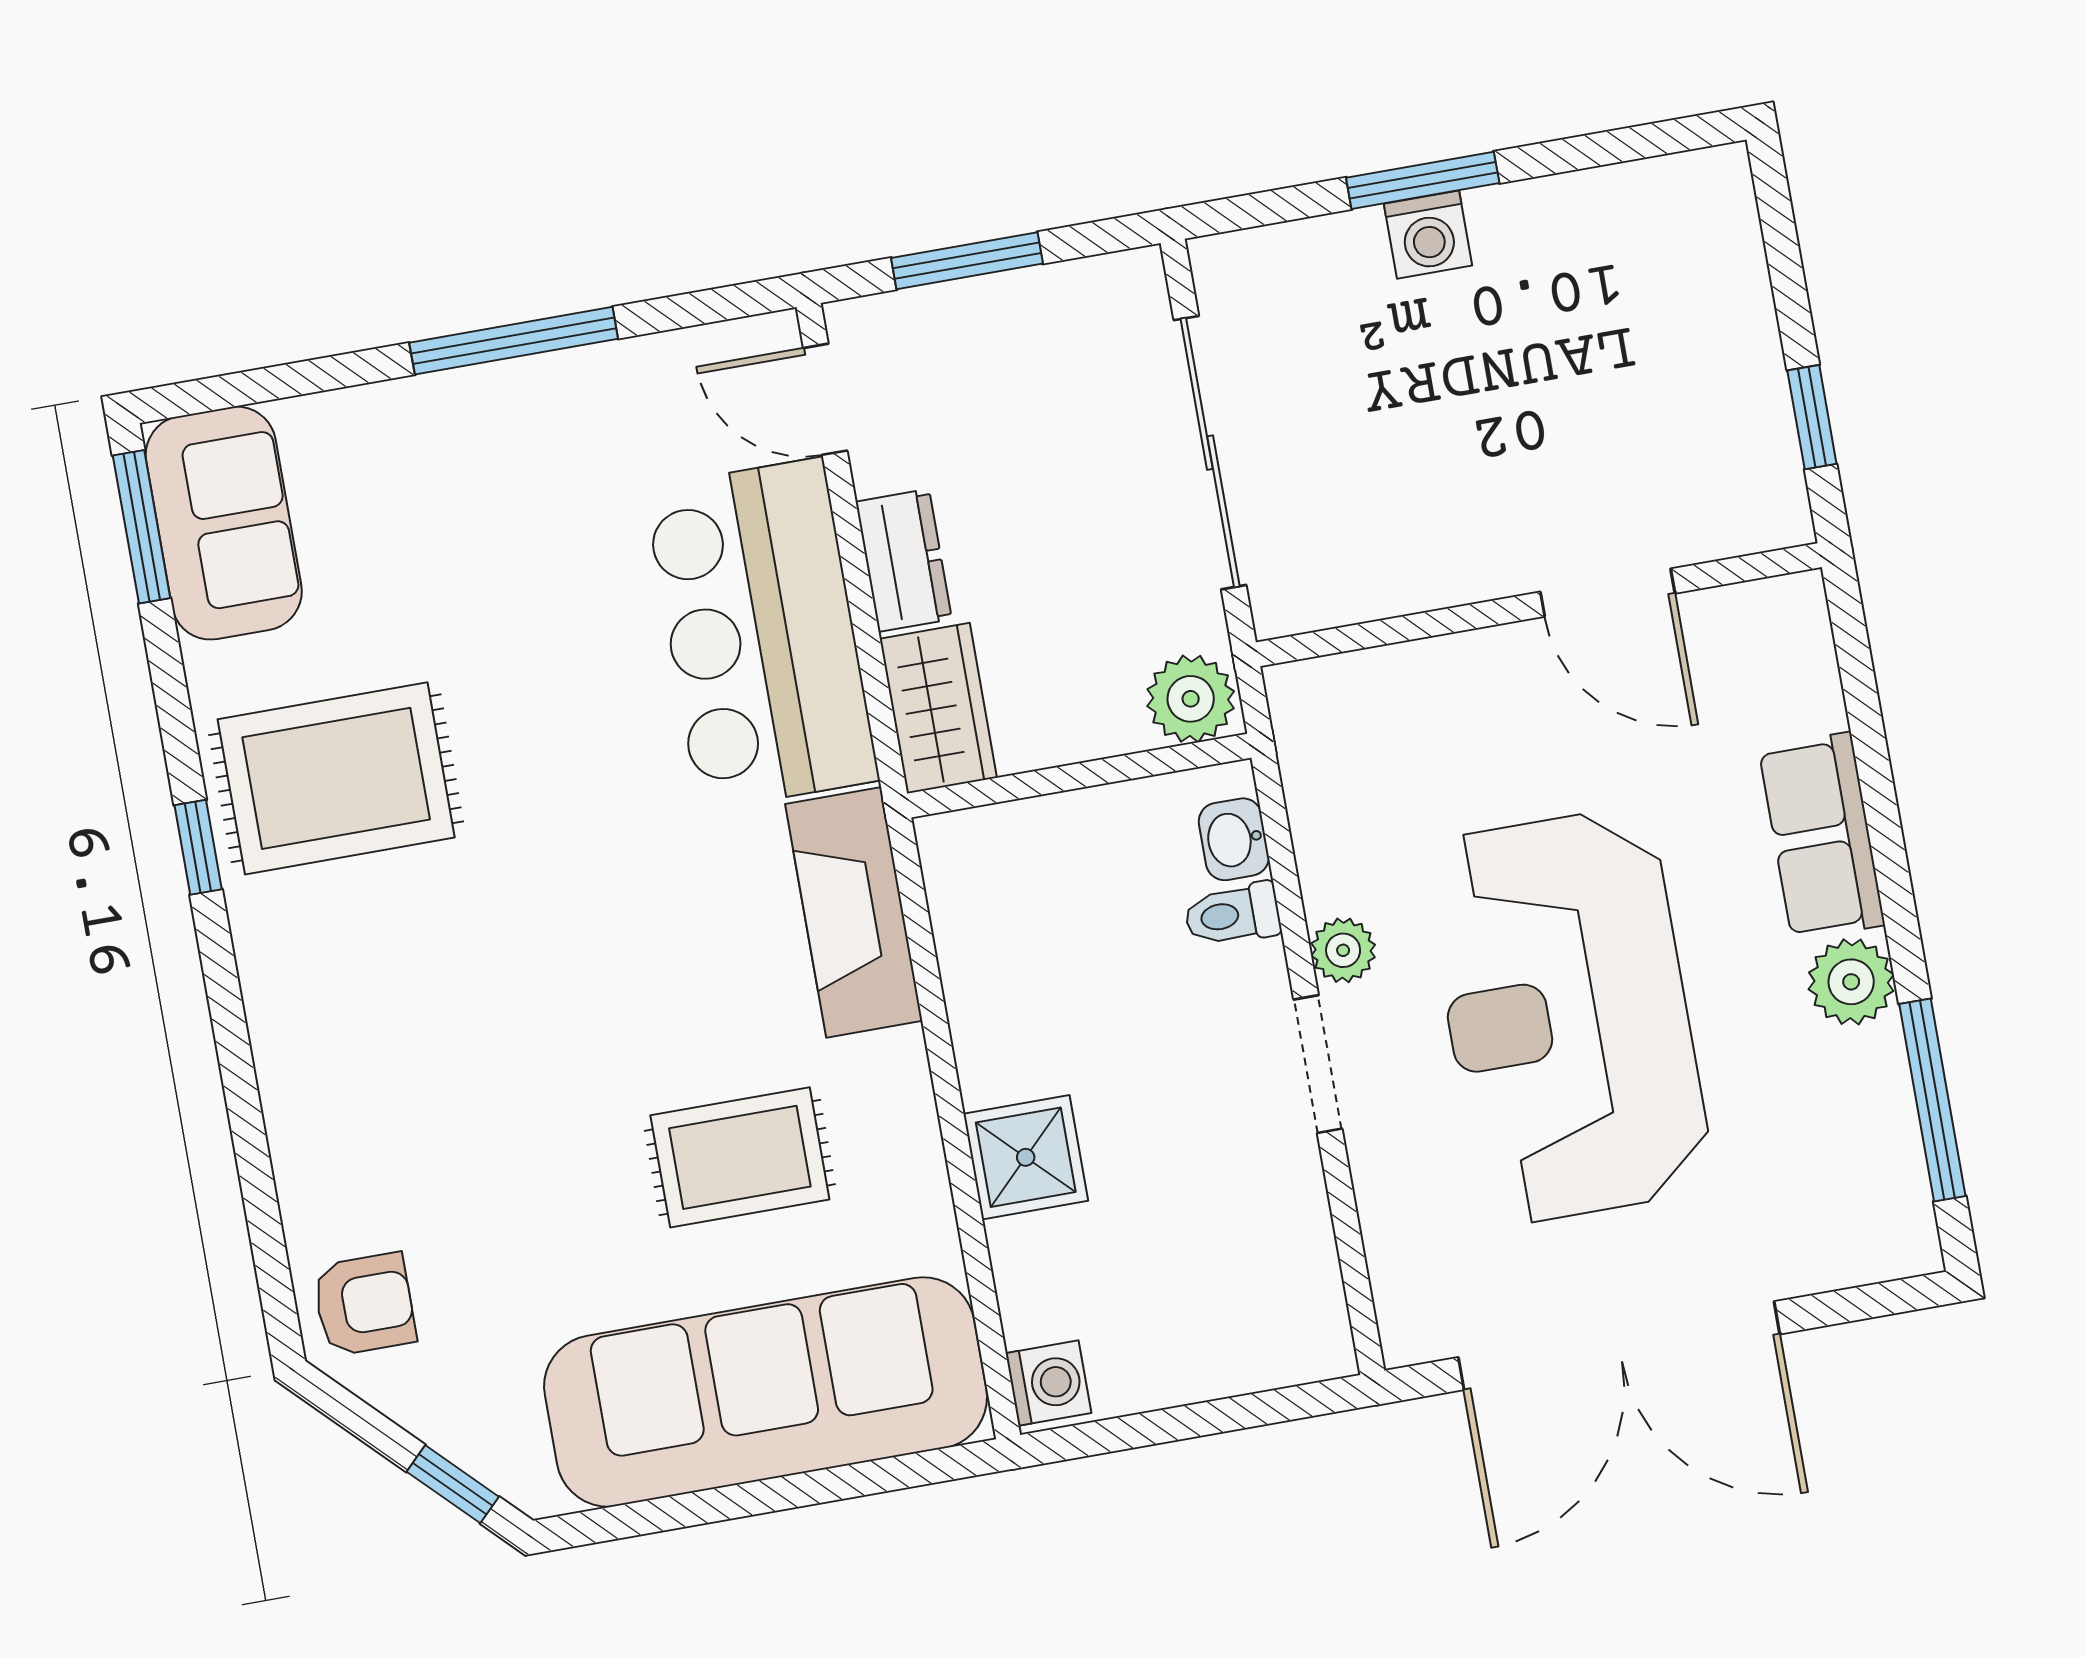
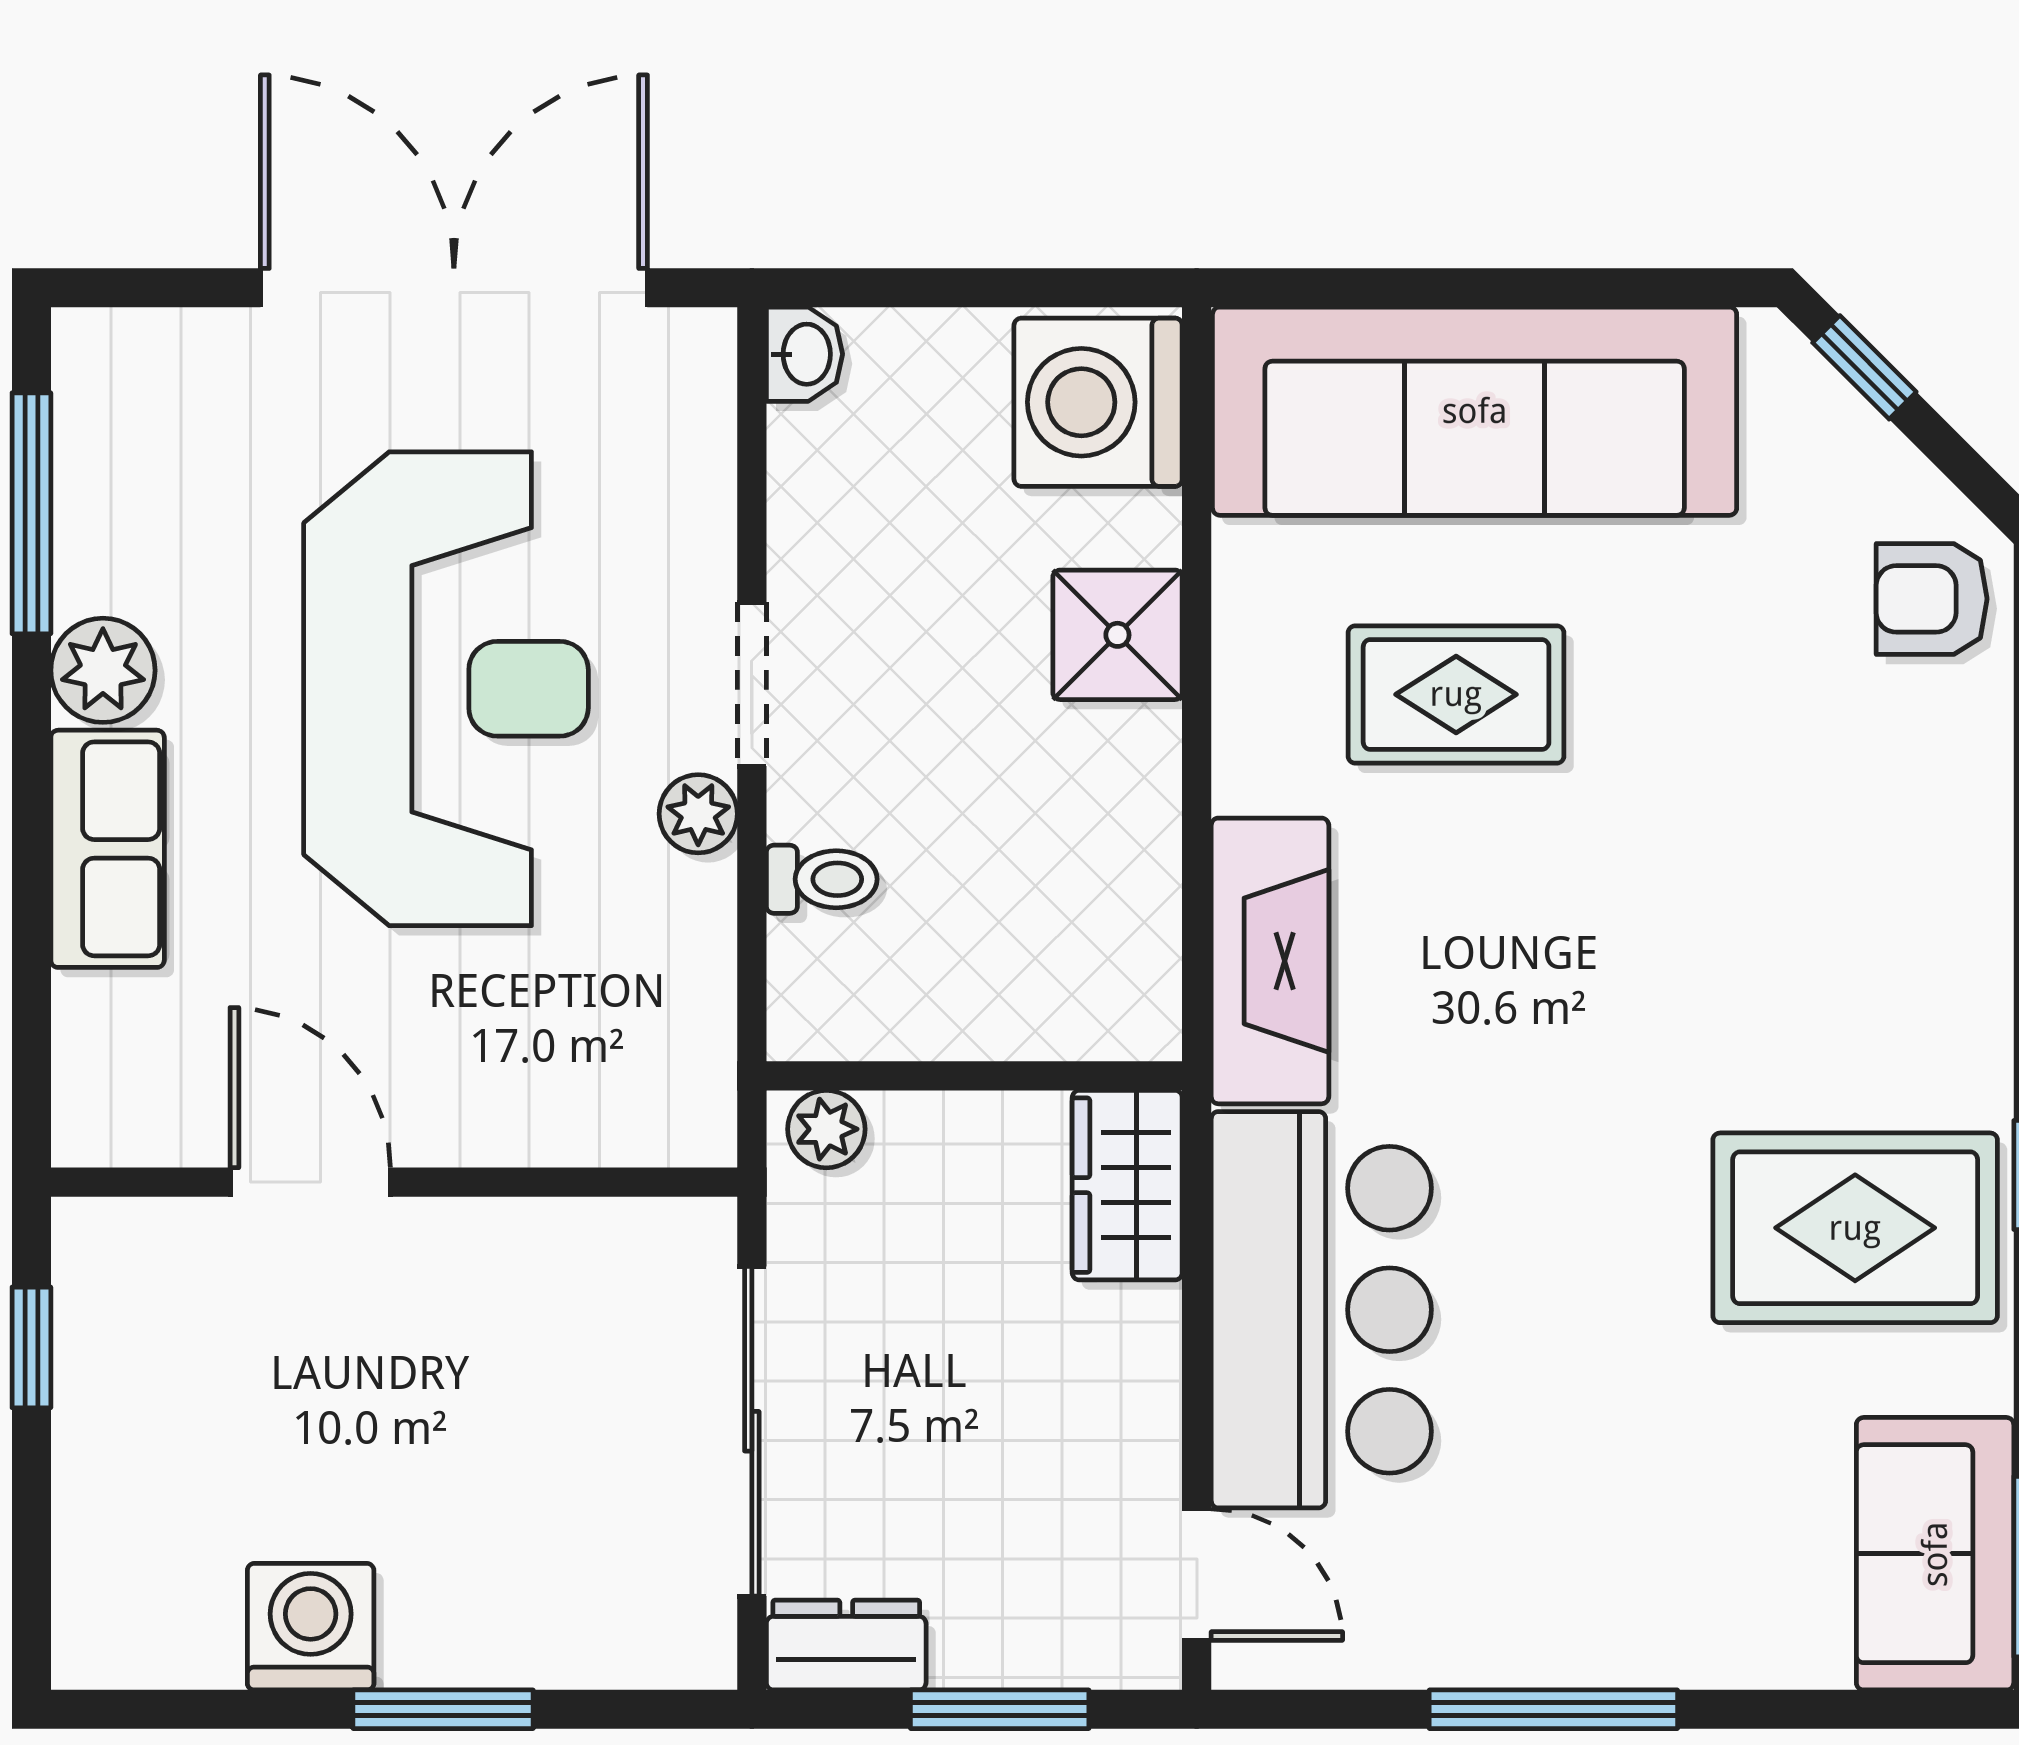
washing machine: (1428, 235) -> (311, 1627), moved, width x1.38, depth x1.38
dresser: (904, 560) -> (846, 1645), moved, turned 90
plant: (1191, 699) -> (826, 1129), width x0.73, depth x0.73
washbasin: (1234, 839) -> (804, 354), moved
washing machine: (1048, 1383) -> (1098, 402), width x1.89, depth x1.89

